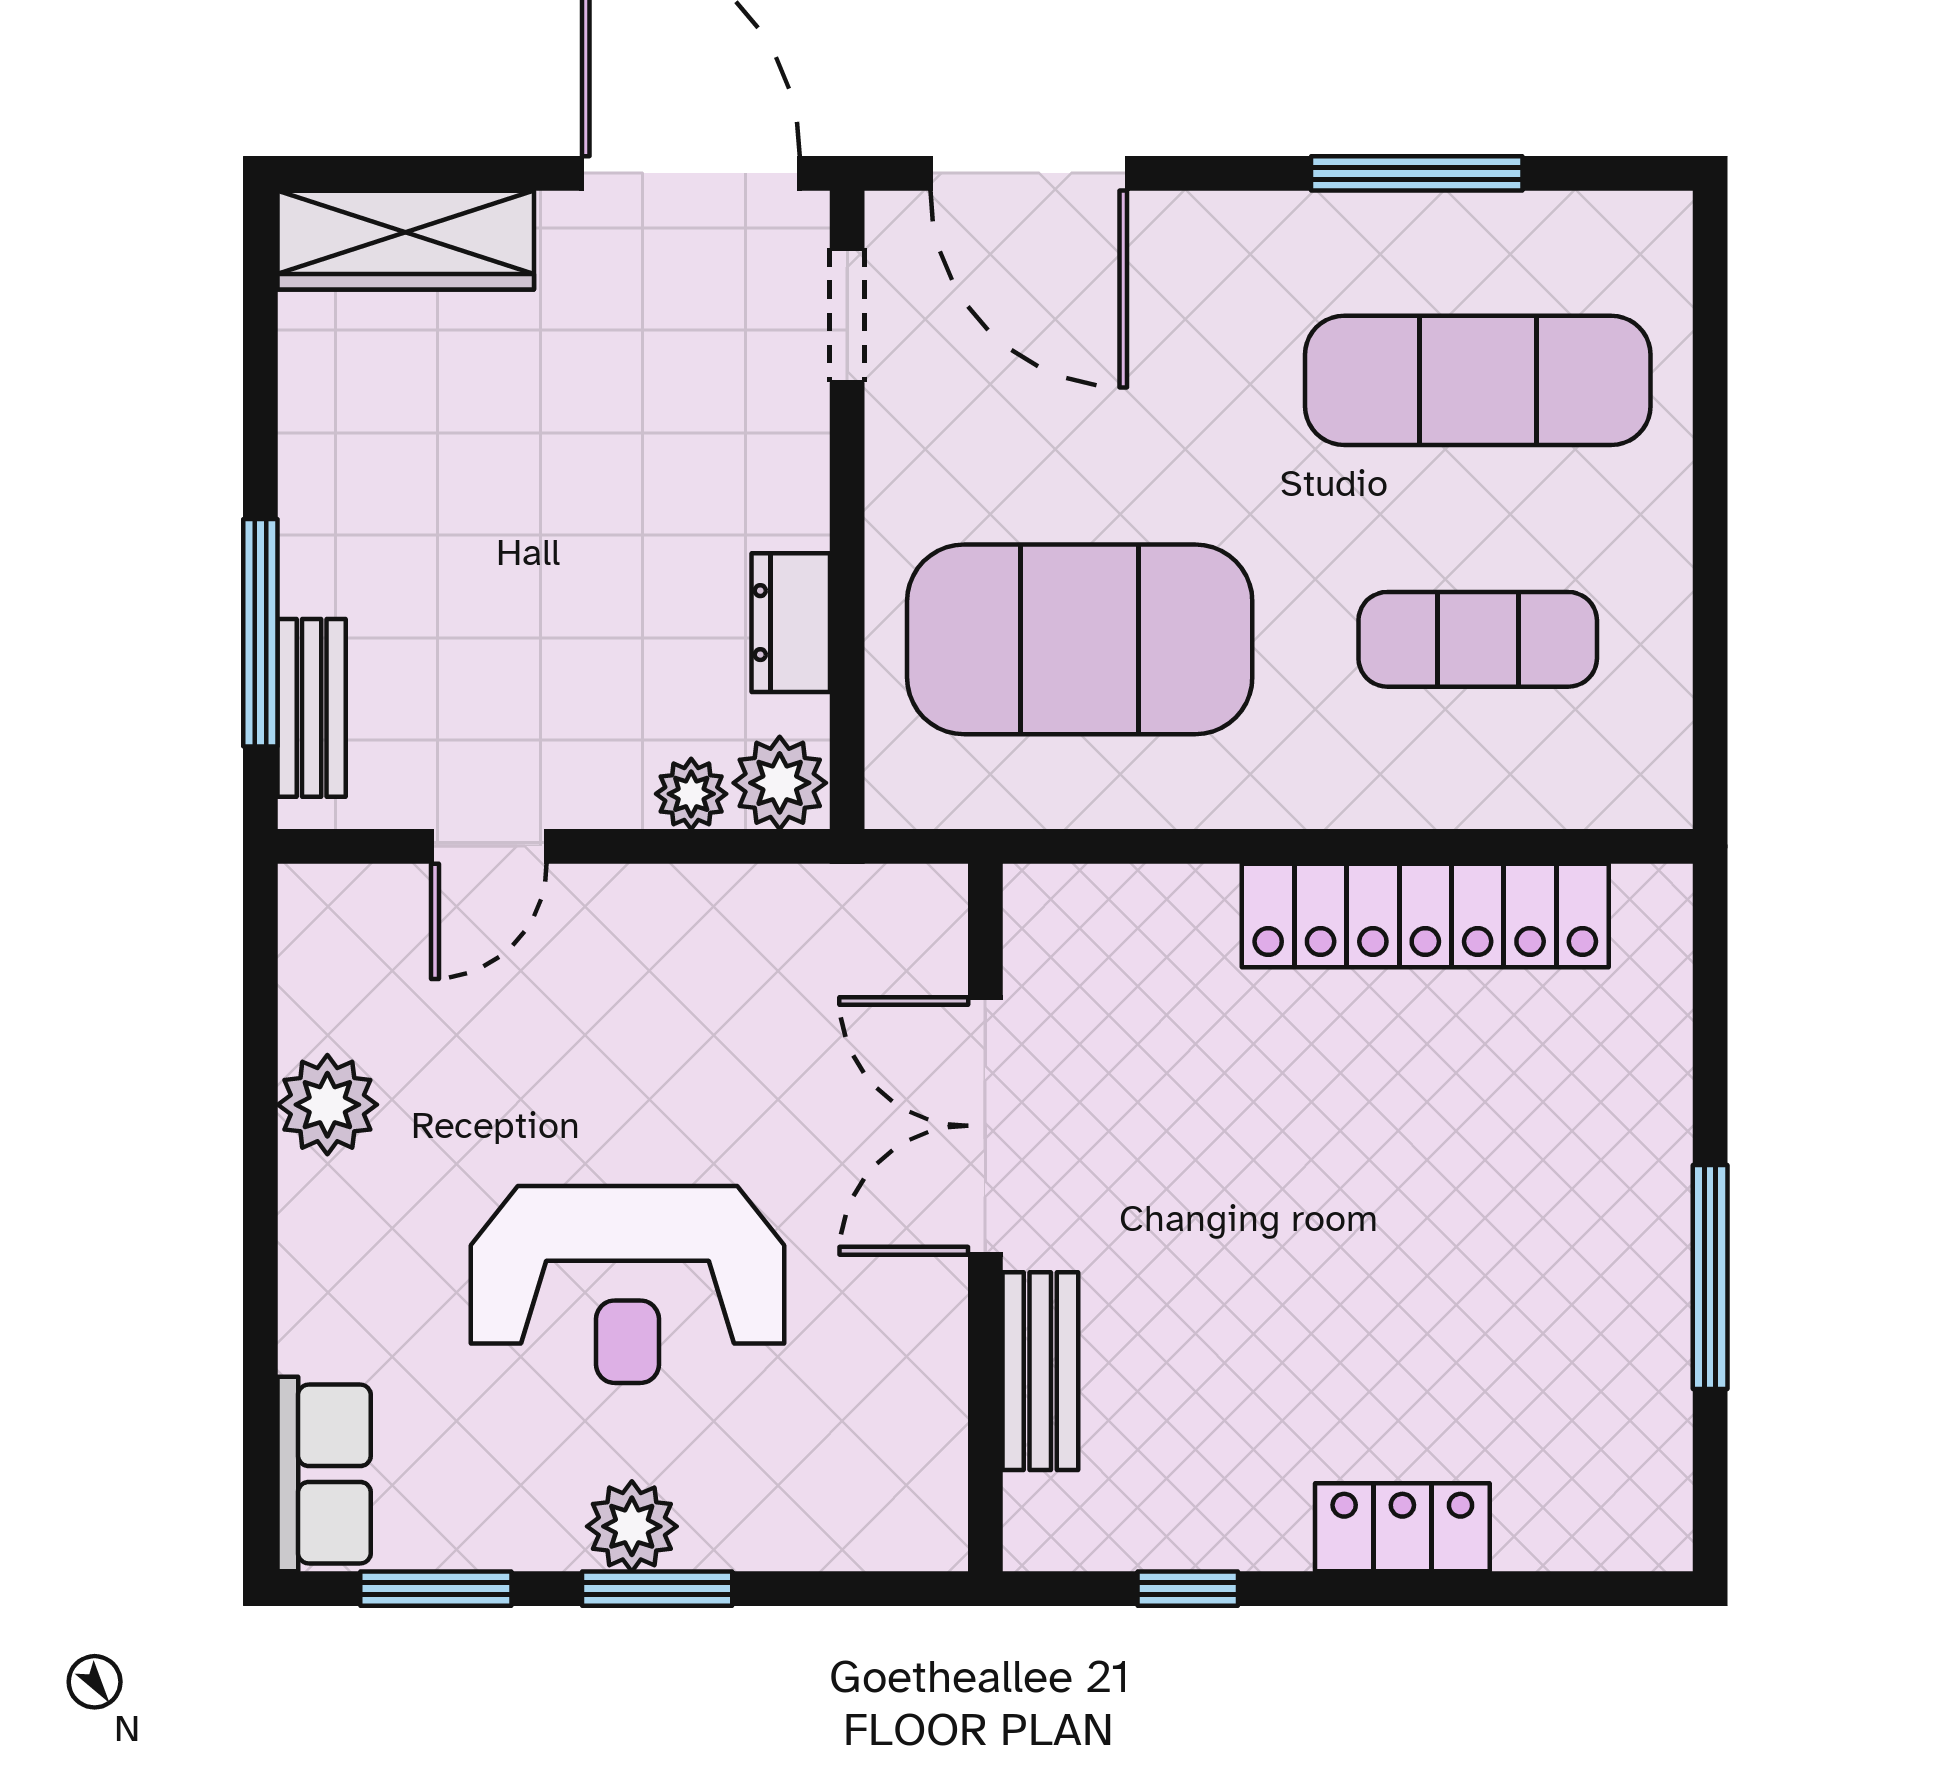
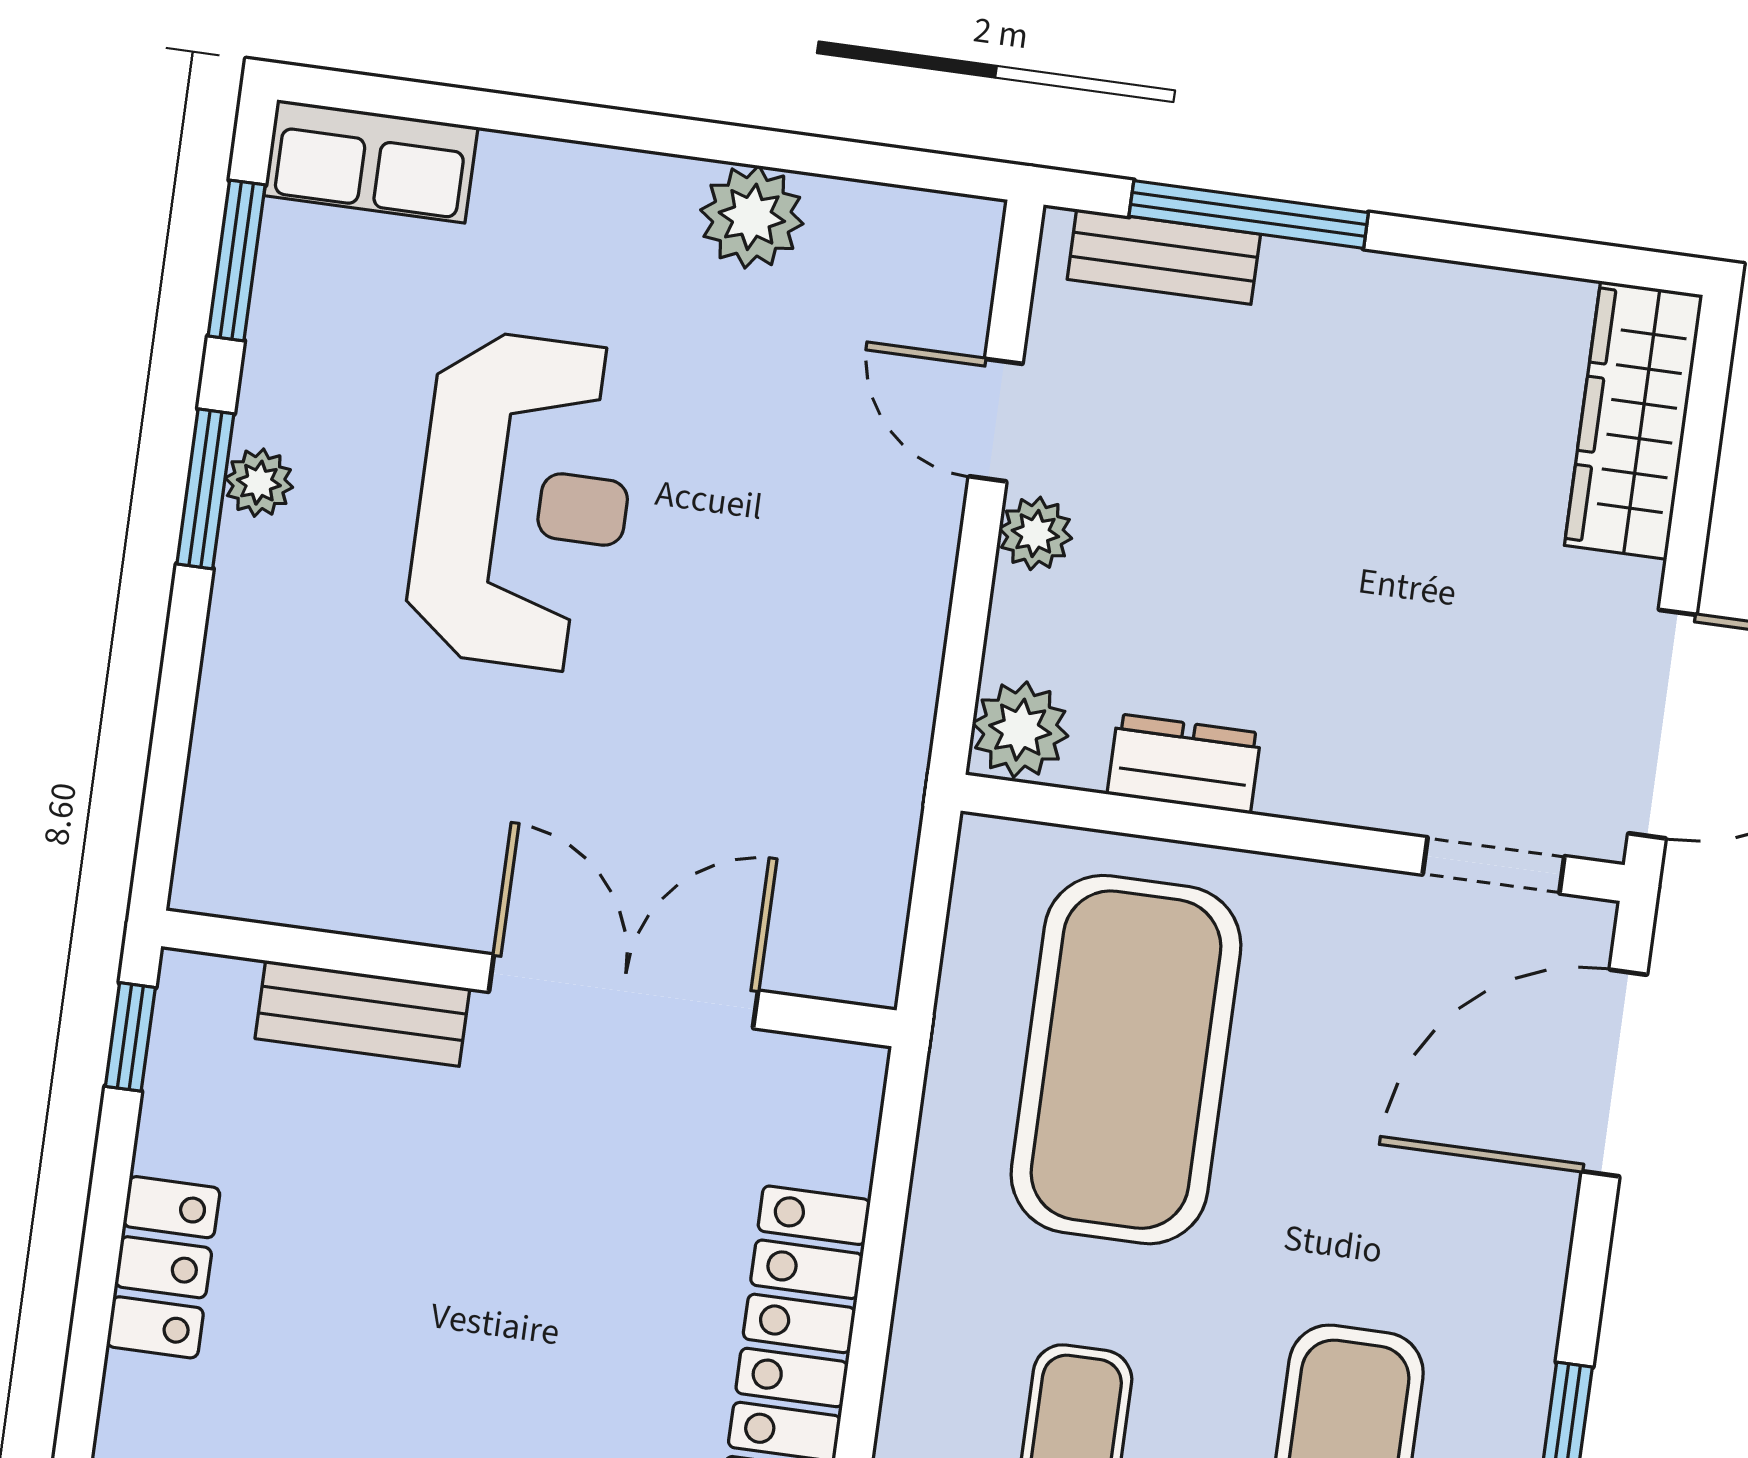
plant: (691, 794) -> (1035, 533), moved
double door: (985, 1126) -> (623, 991), moved
wall: (985, 1218) -> (529, 978), moved
reception desk: (628, 1285) -> (524, 501), turned 180
bench: (1040, 1371) -> (362, 1013), moved
plant: (632, 1526) -> (259, 483), width x0.73, depth x0.73

